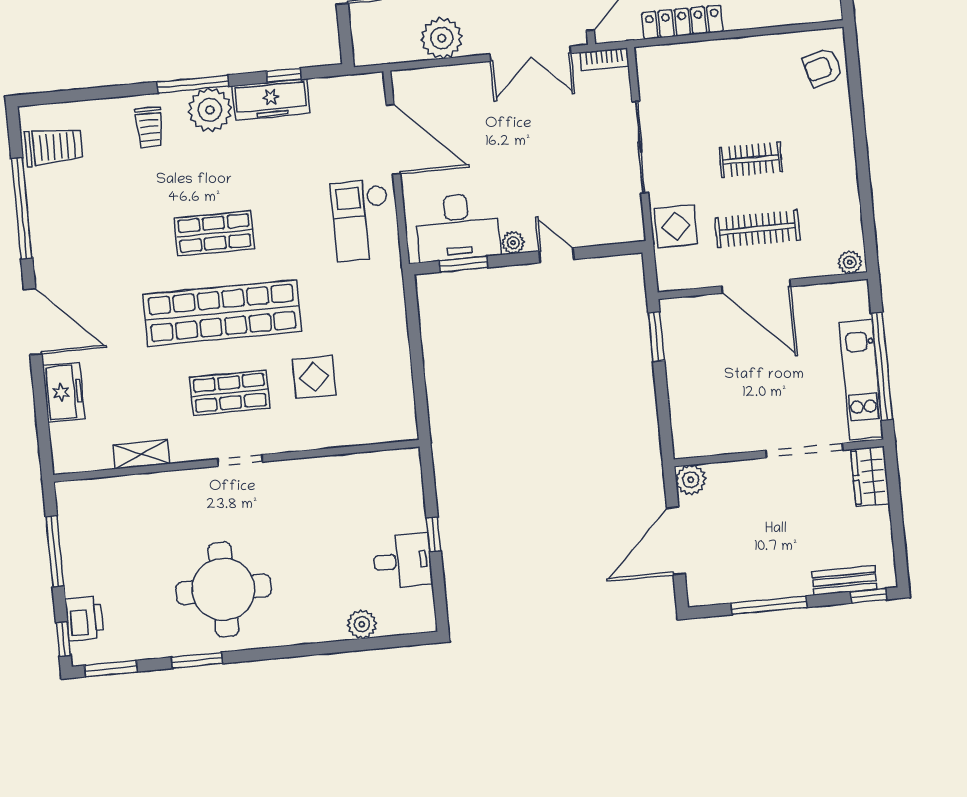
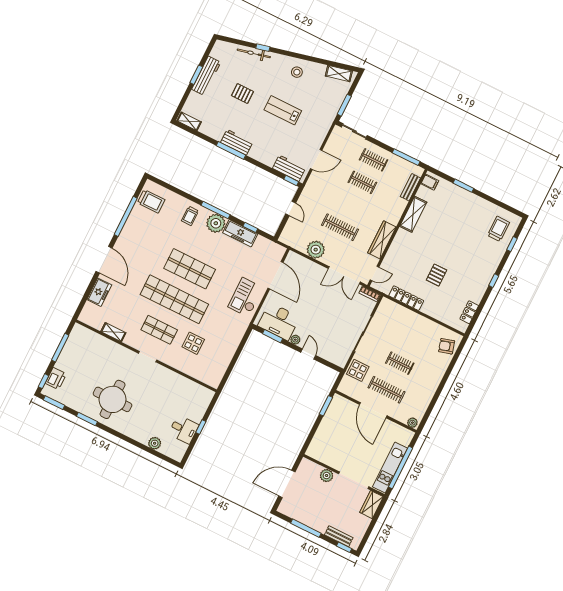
shop shelf: (214, 233) -> (190, 269), width x1.43, depth x1.36
plant: (691, 480) -> (327, 476), moved

